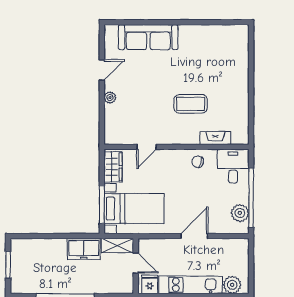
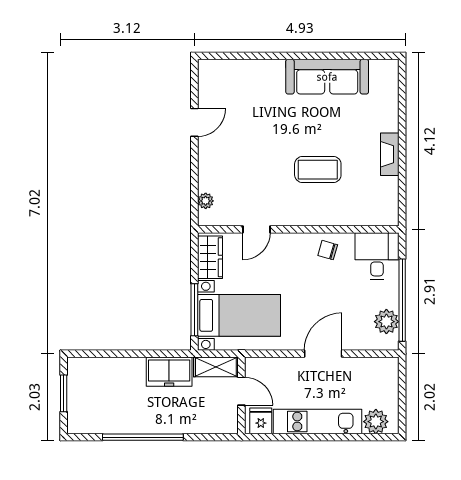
sofa: (148, 37) -> (327, 77), moved
plant: (110, 98) -> (206, 201), moved
fireplace: (215, 138) -> (390, 154), moved, turned -90

